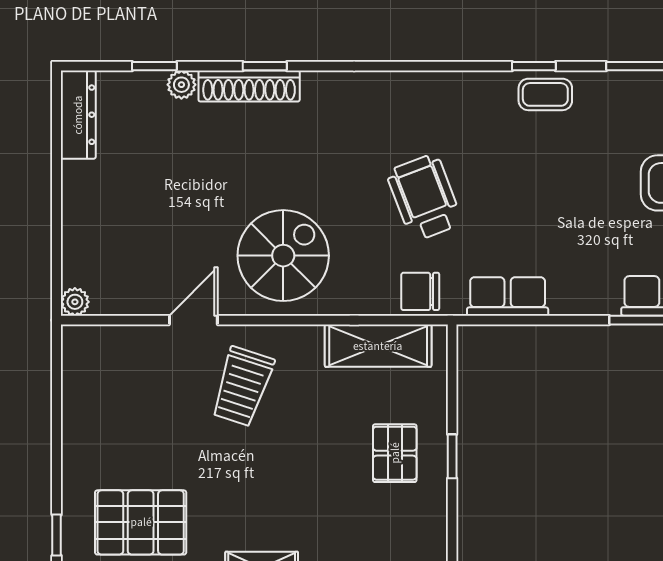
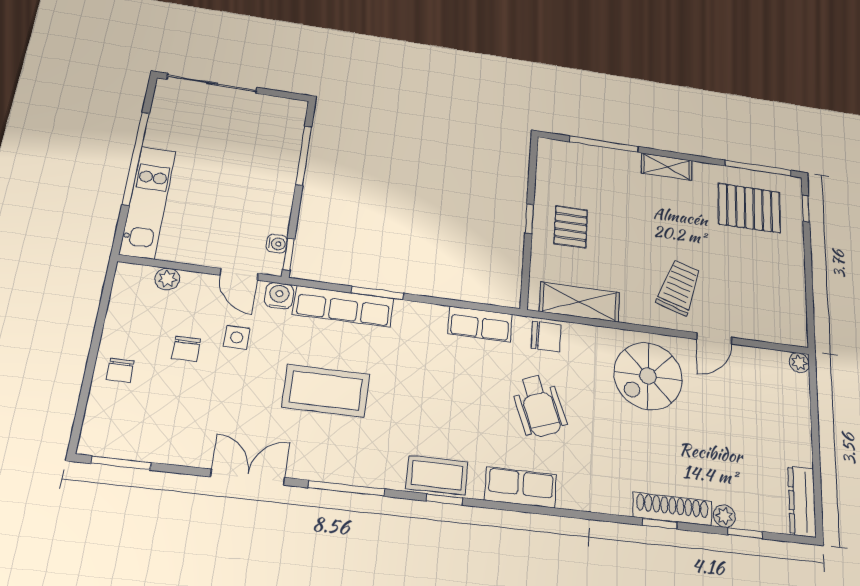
row of seats: (442, 91) -> (521, 487), added
coffee table: (545, 94) -> (437, 475), width x1.36, depth x1.30

